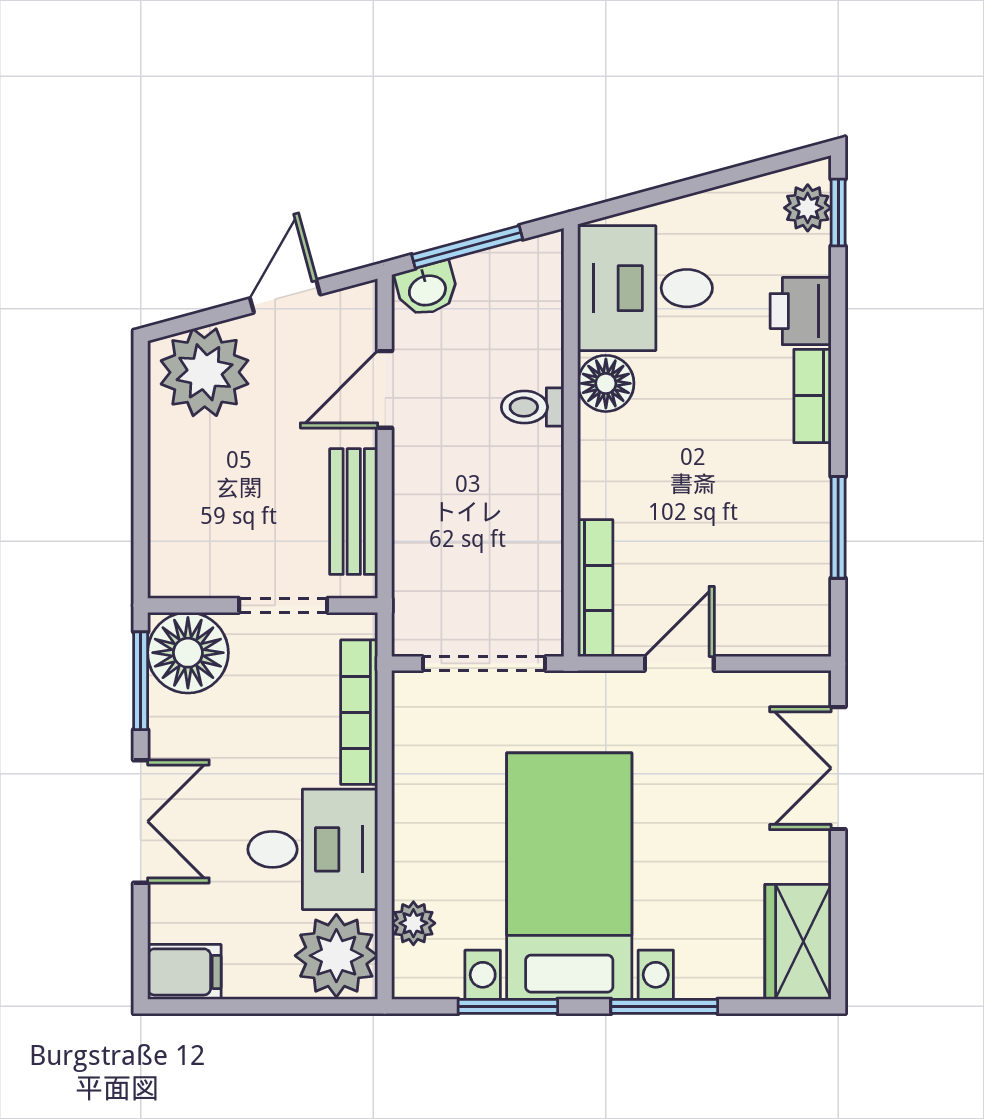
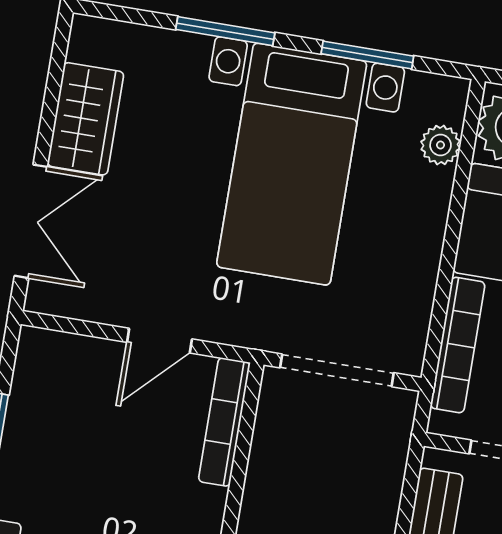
wardrobe: (798, 941) -> (86, 119), moved

